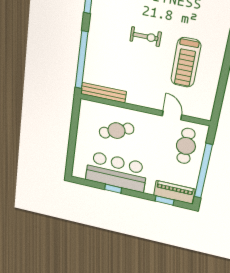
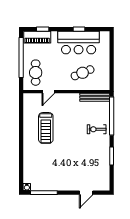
exercise bike: (146, 37) -> (97, 129), moved
treadmill: (186, 62) -> (46, 128), turned 180
door: (172, 115) -> (48, 92), hinge flipped

